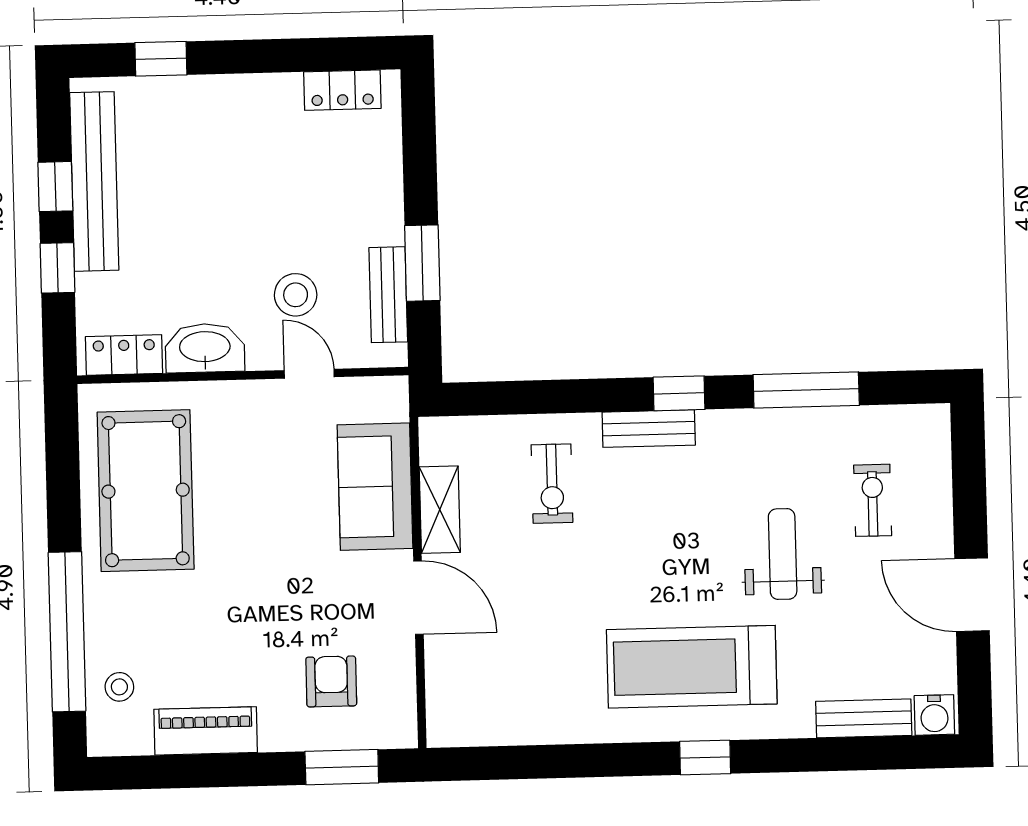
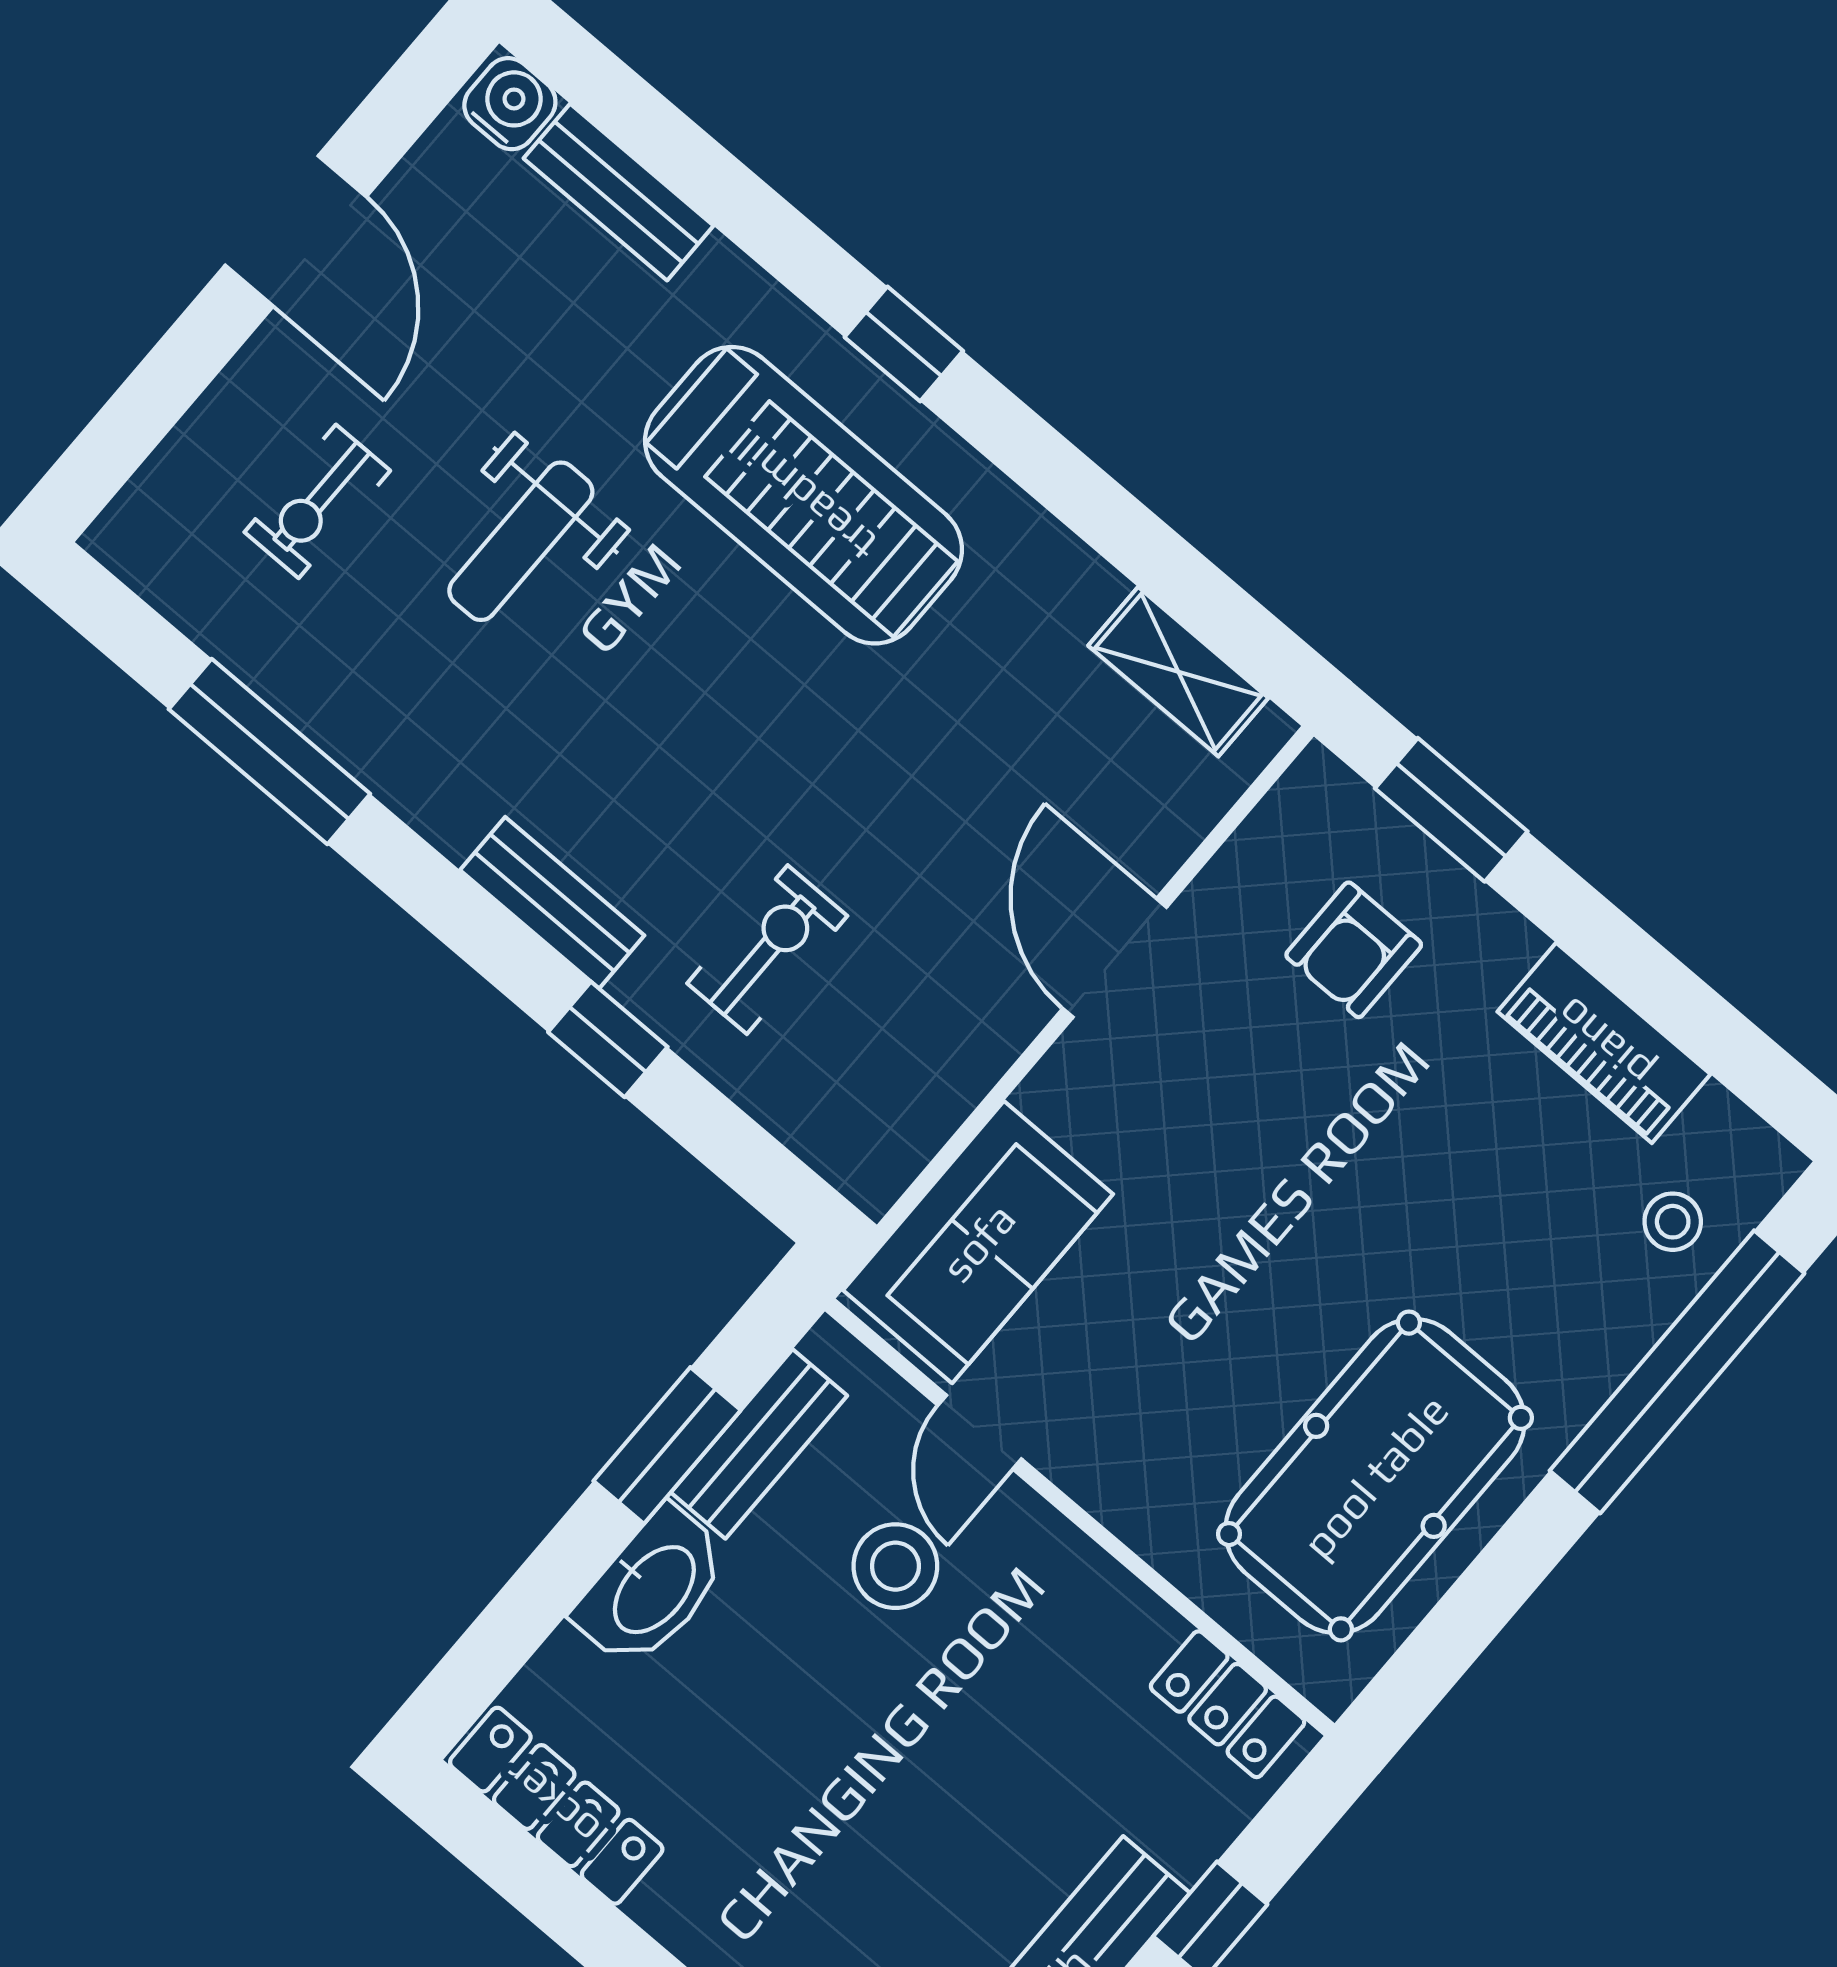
locker: (342, 90) -> (556, 1806), width x1.53
washbasin: (205, 348) -> (652, 1588), moved, turned -90
window: (679, 393) -> (608, 1039), moved
sofa: (375, 487) -> (978, 1242), moved
shelving: (440, 510) -> (1178, 672), moved, turned 90

